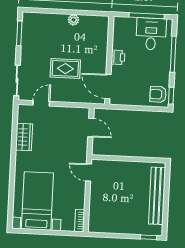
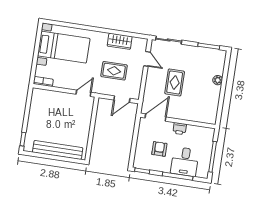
plant: (73, 20) -> (218, 80), moved
desk: (151, 34) -> (185, 162), moved, turned 90
armchair: (158, 94) -> (159, 149), moved
rug: (59, 140) -> (114, 71), added

